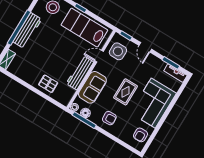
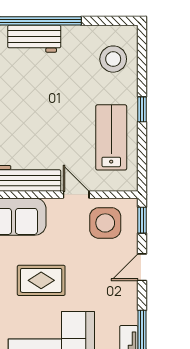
lab bench: (84, 28) -> (111, 137), width x0.73, depth x0.72
workbench: (27, 30) -> (34, 39), width x0.73

